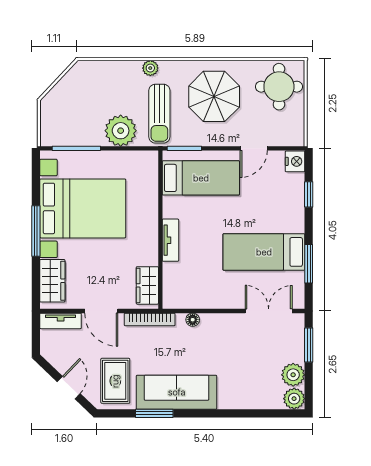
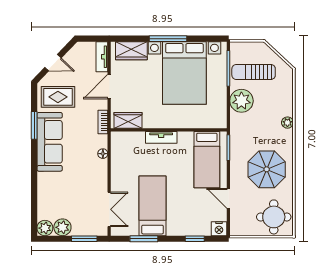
sun lounger: (159, 114) -> (254, 72), moved
bookcase: (150, 319) -> (103, 122), width x0.64

